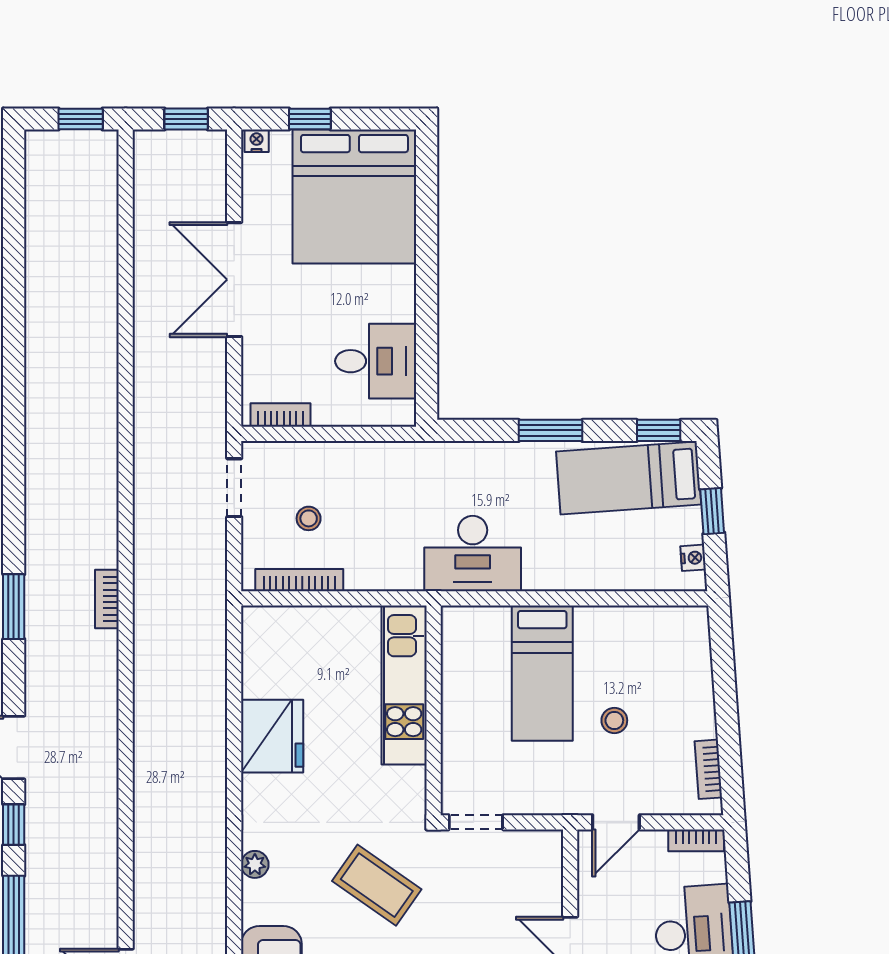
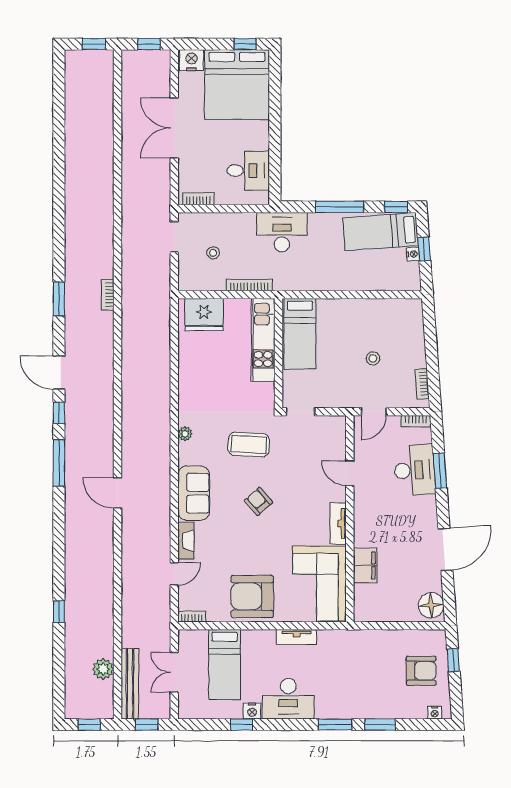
window: (310, 119) -> (245, 44), moved
nightstand: (257, 141) -> (191, 60), width x1.89, depth x1.79
window: (551, 430) -> (340, 207), width x1.44
desk: (473, 554) -> (282, 232), moved, turned 180
nightstand: (693, 558) -> (413, 254), moved
bookcase: (299, 580) -> (249, 285), moved
bed: (542, 673) -> (300, 334), moved
fridge: (272, 736) -> (204, 314), moved, turned 90
coffee table: (377, 885) -> (249, 445), turned -32

